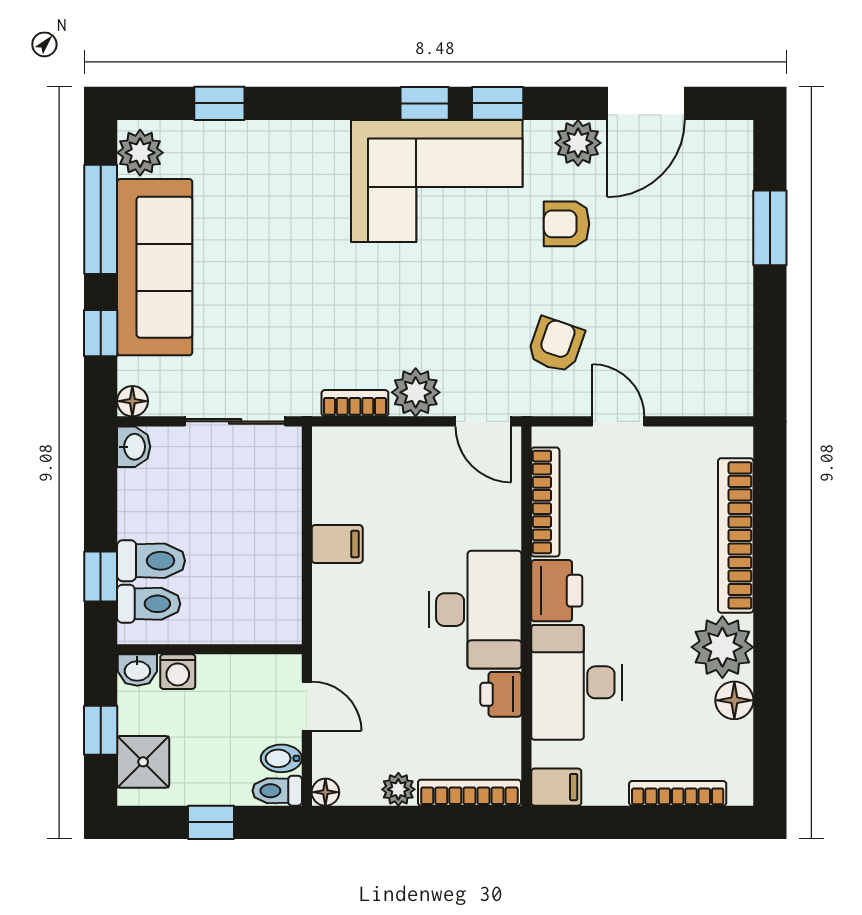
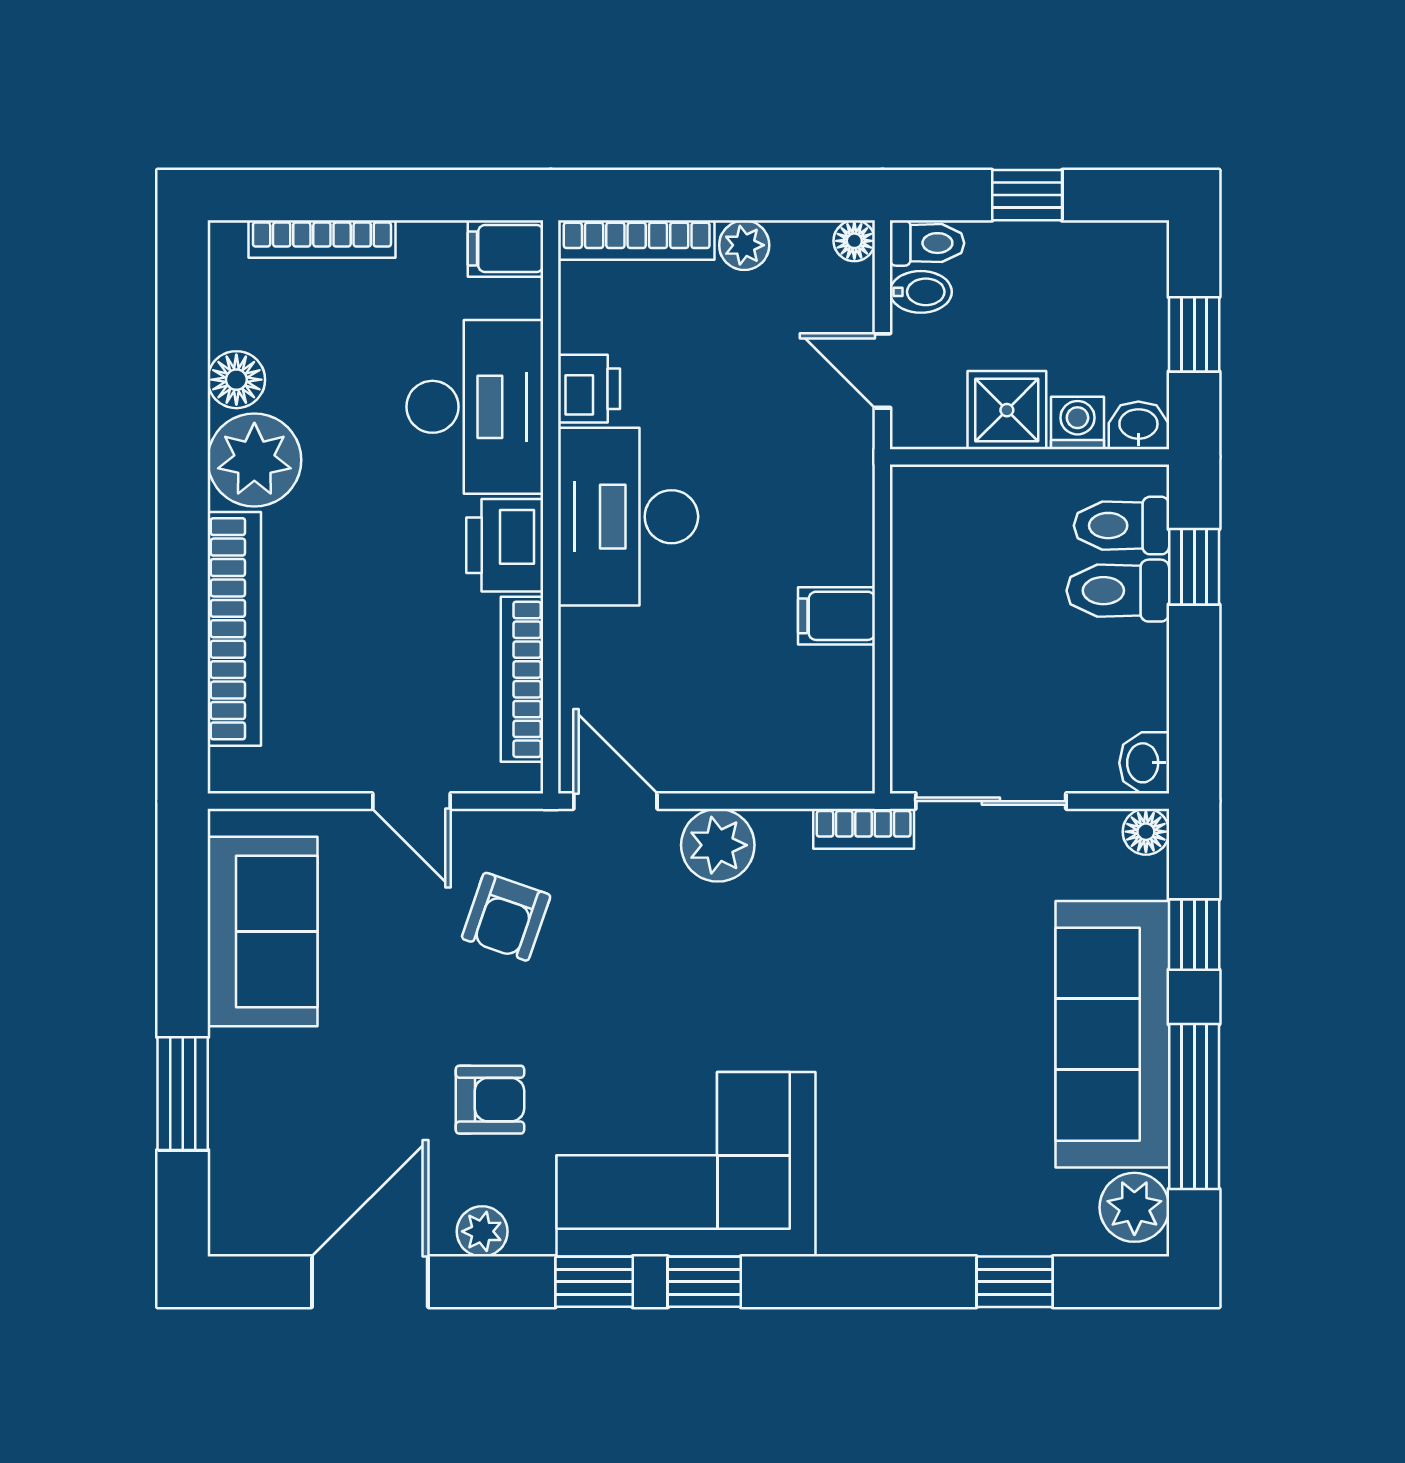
plant: (578, 143) -> (482, 1231), width x0.73, depth x0.73
sofa: (717, 335) -> (262, 932), added
bookcase: (355, 403) -> (864, 829), moved
shower: (143, 762) -> (1007, 410), moved

